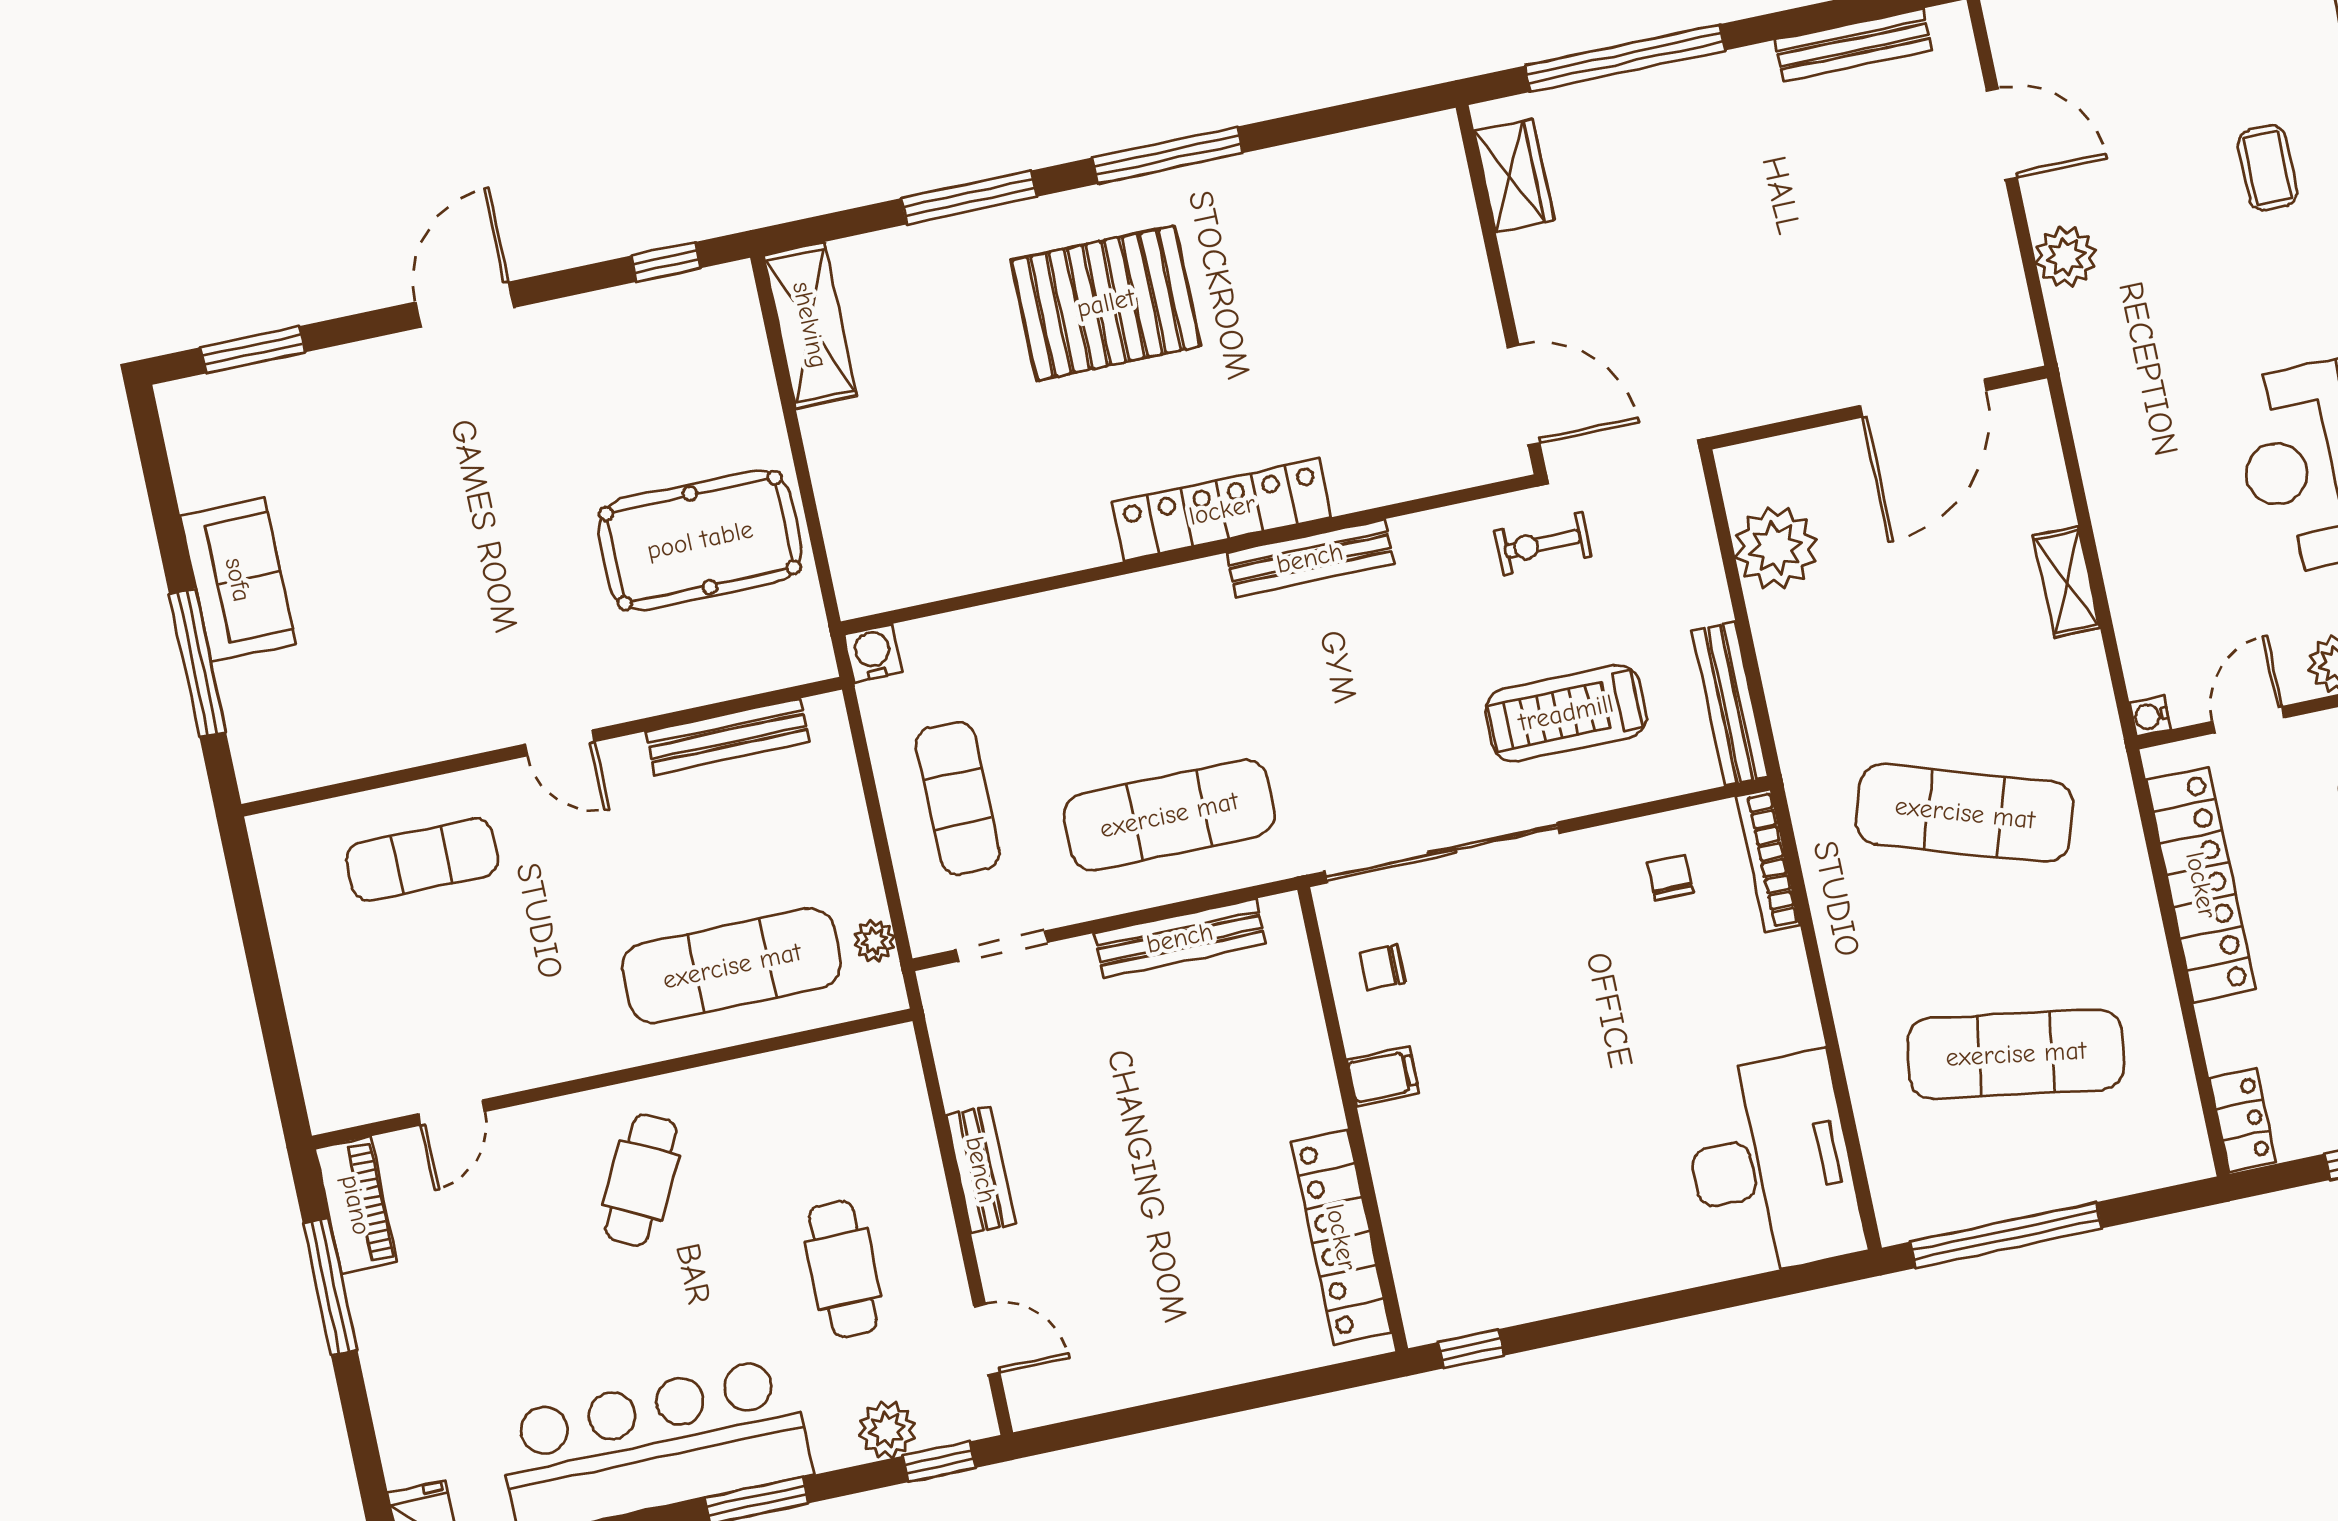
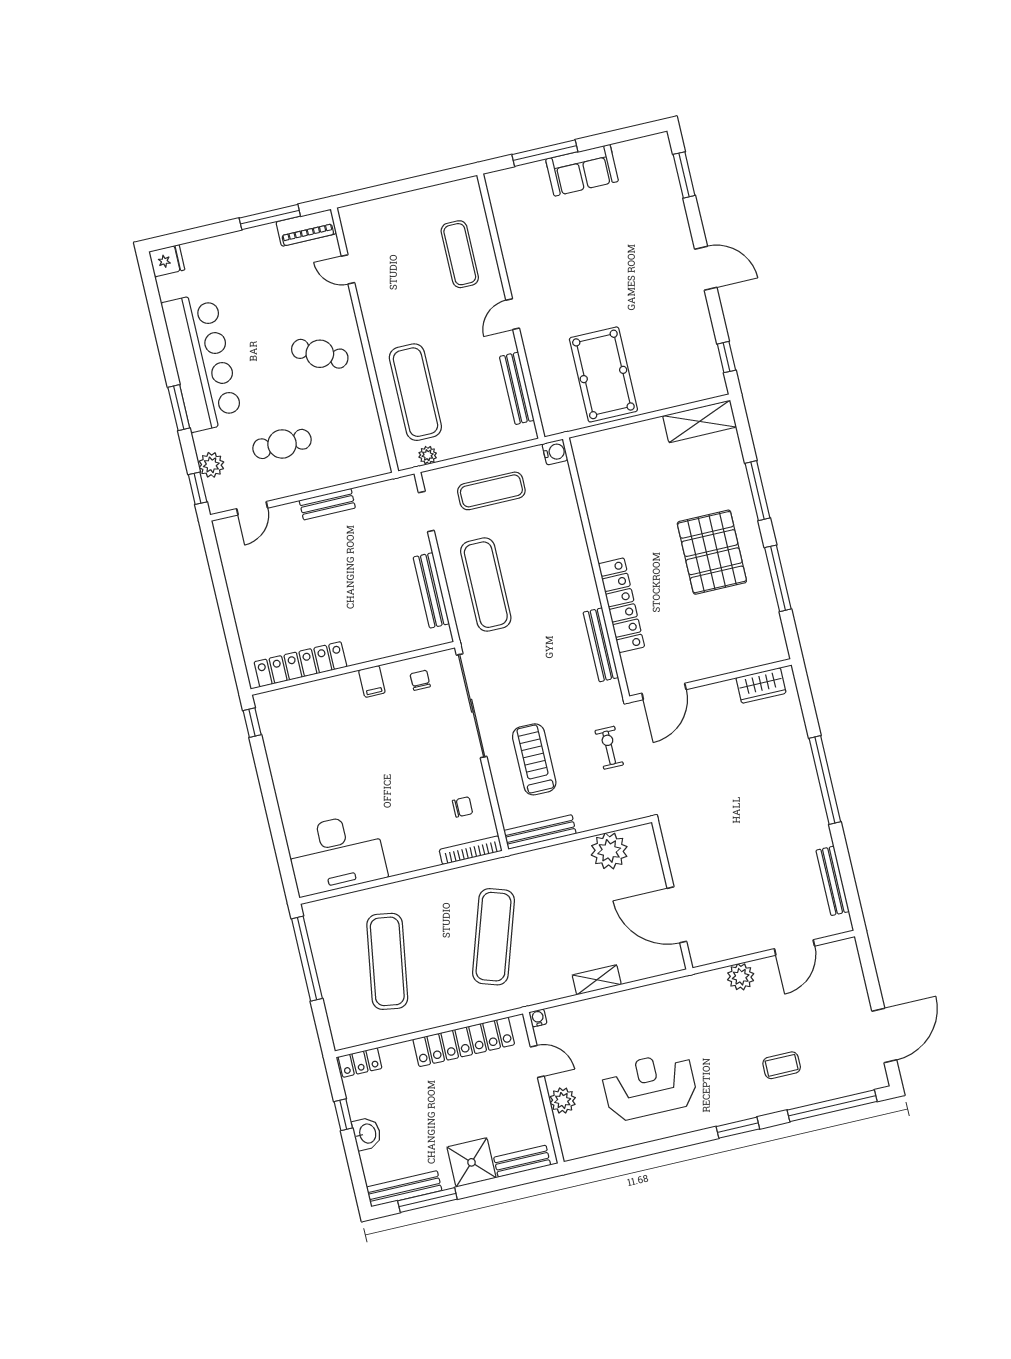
wardrobe: (1514, 176) -> (761, 685), moved
wall: (1501, 290) -> (710, 681), moved
door: (1523, 395) -> (664, 691), moved

